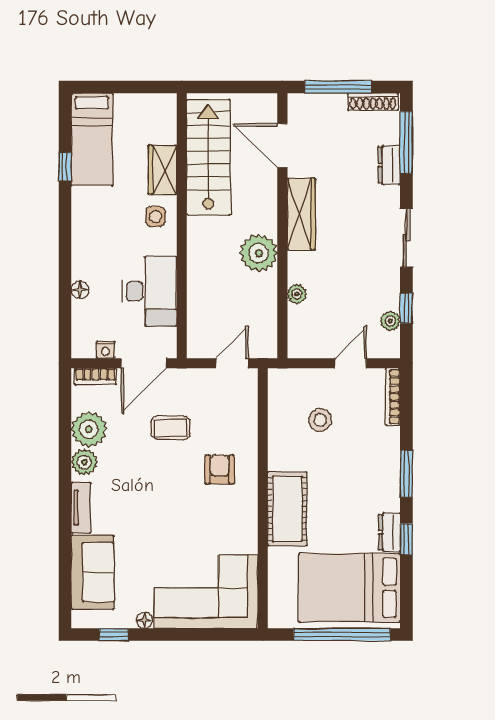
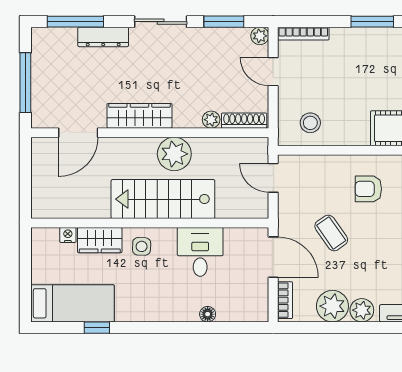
shoe rack: (373, 102) -> (244, 121), moved, turned -90
stairs: (208, 157) -> (163, 199), moved
dresser: (389, 165) -> (103, 37), width x1.44
desk: (149, 291) -> (200, 252), width x0.73
window: (406, 308) -> (224, 22), width x1.50
plant: (390, 321) -> (260, 36), moved
nightstand: (106, 350) -> (68, 235), moved, turned -90
stool: (320, 420) -> (310, 123), moved
coffee table: (170, 428) -> (331, 233), turned -35

